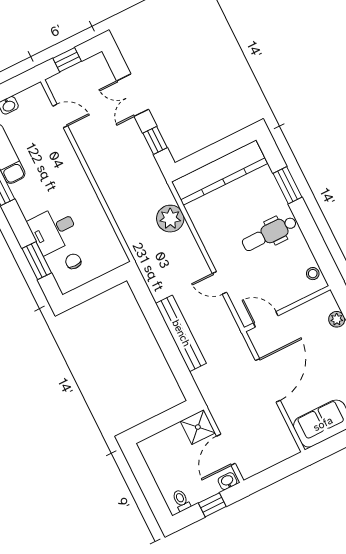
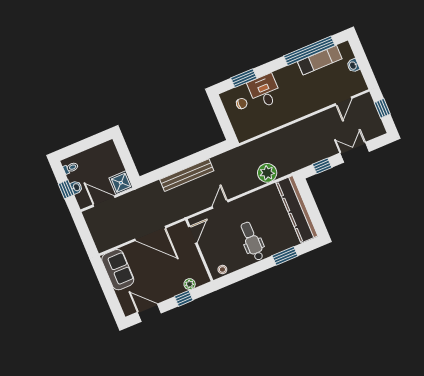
washbasin: (227, 481) -> (76, 187), moved

